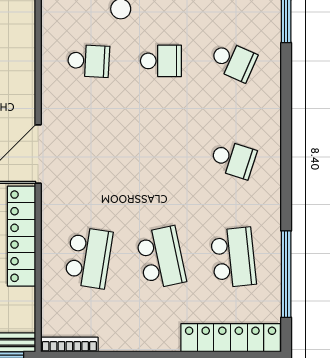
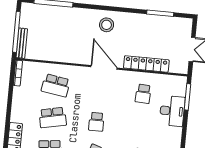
school desk: (161, 61) -> (96, 122), moved
locker: (22, 236) -> (146, 64), moved

